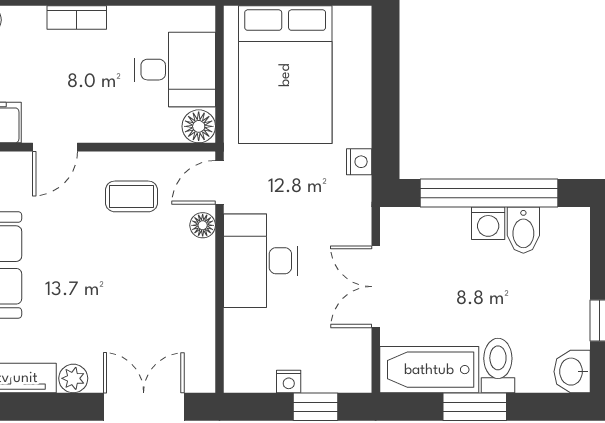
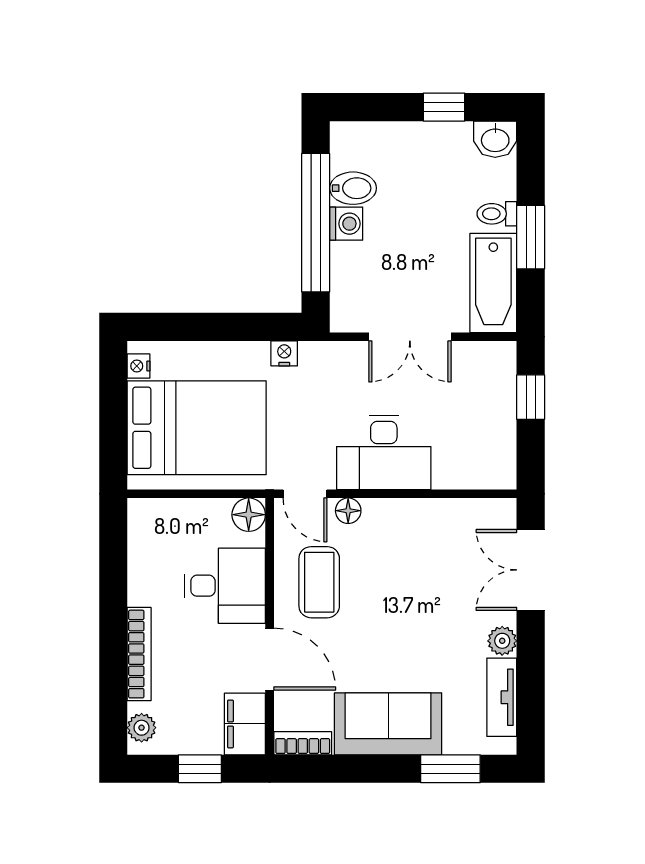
bookcase: (77, 17) -> (139, 654), width x1.56
desk: (175, 70) -> (225, 586), moved, turned 90
door: (55, 147) -> (270, 659), width x1.38
coffee table: (132, 196) -> (319, 582), width x1.36, depth x1.30
toilet: (498, 366) -> (497, 214), width x0.73, depth x0.72
nightstand: (289, 382) -> (139, 366), moved, turned 180

